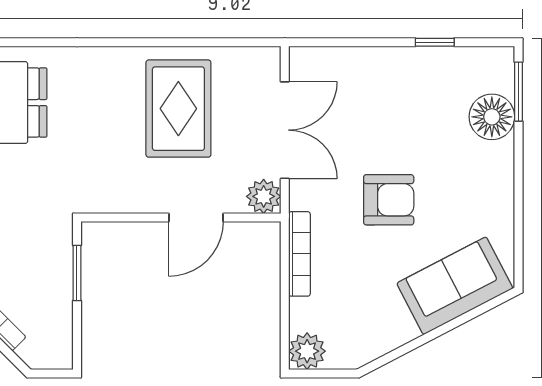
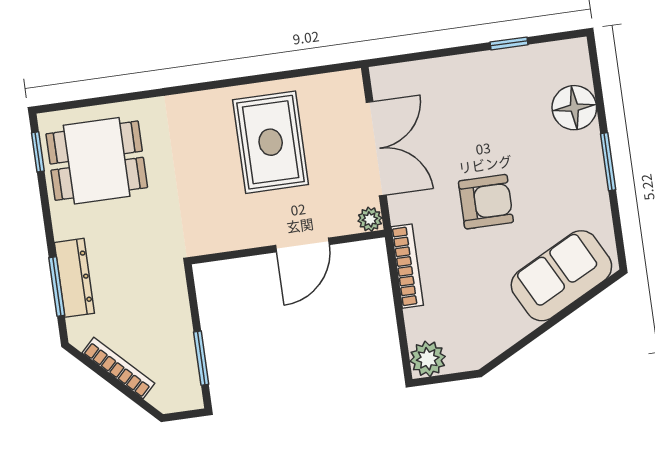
window: (519, 92) -> (608, 162), moved
plant: (264, 196) -> (370, 219), width x0.73, depth x0.73
window: (77, 273) -> (201, 358), moved

